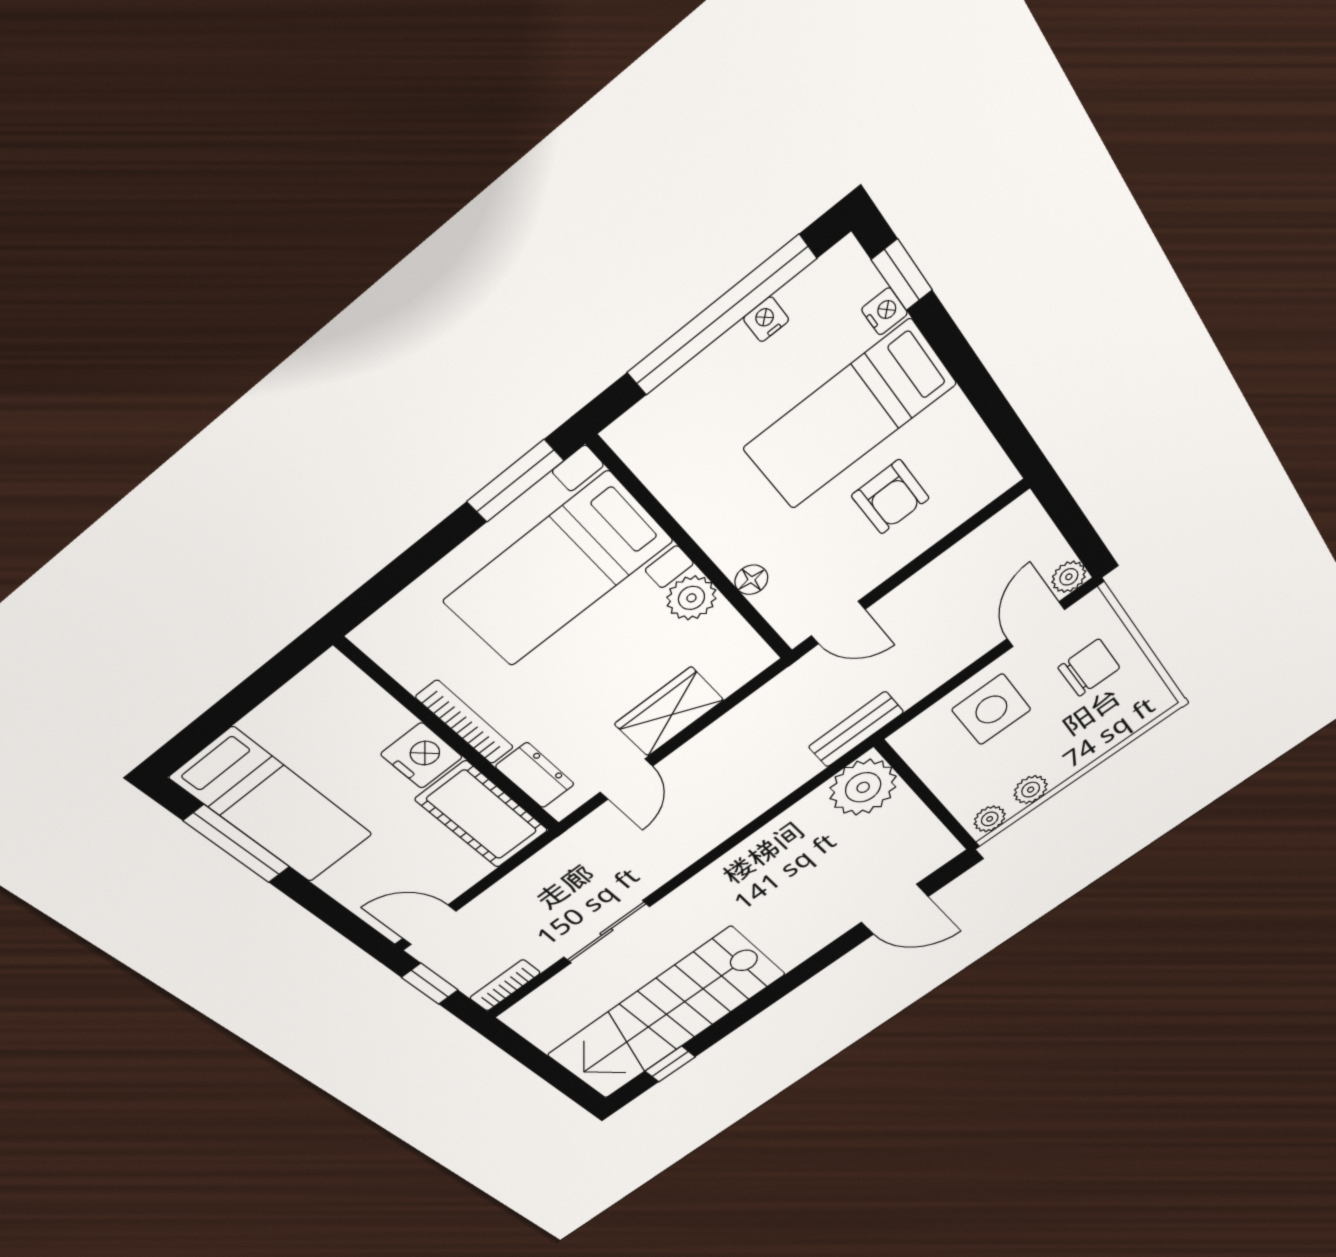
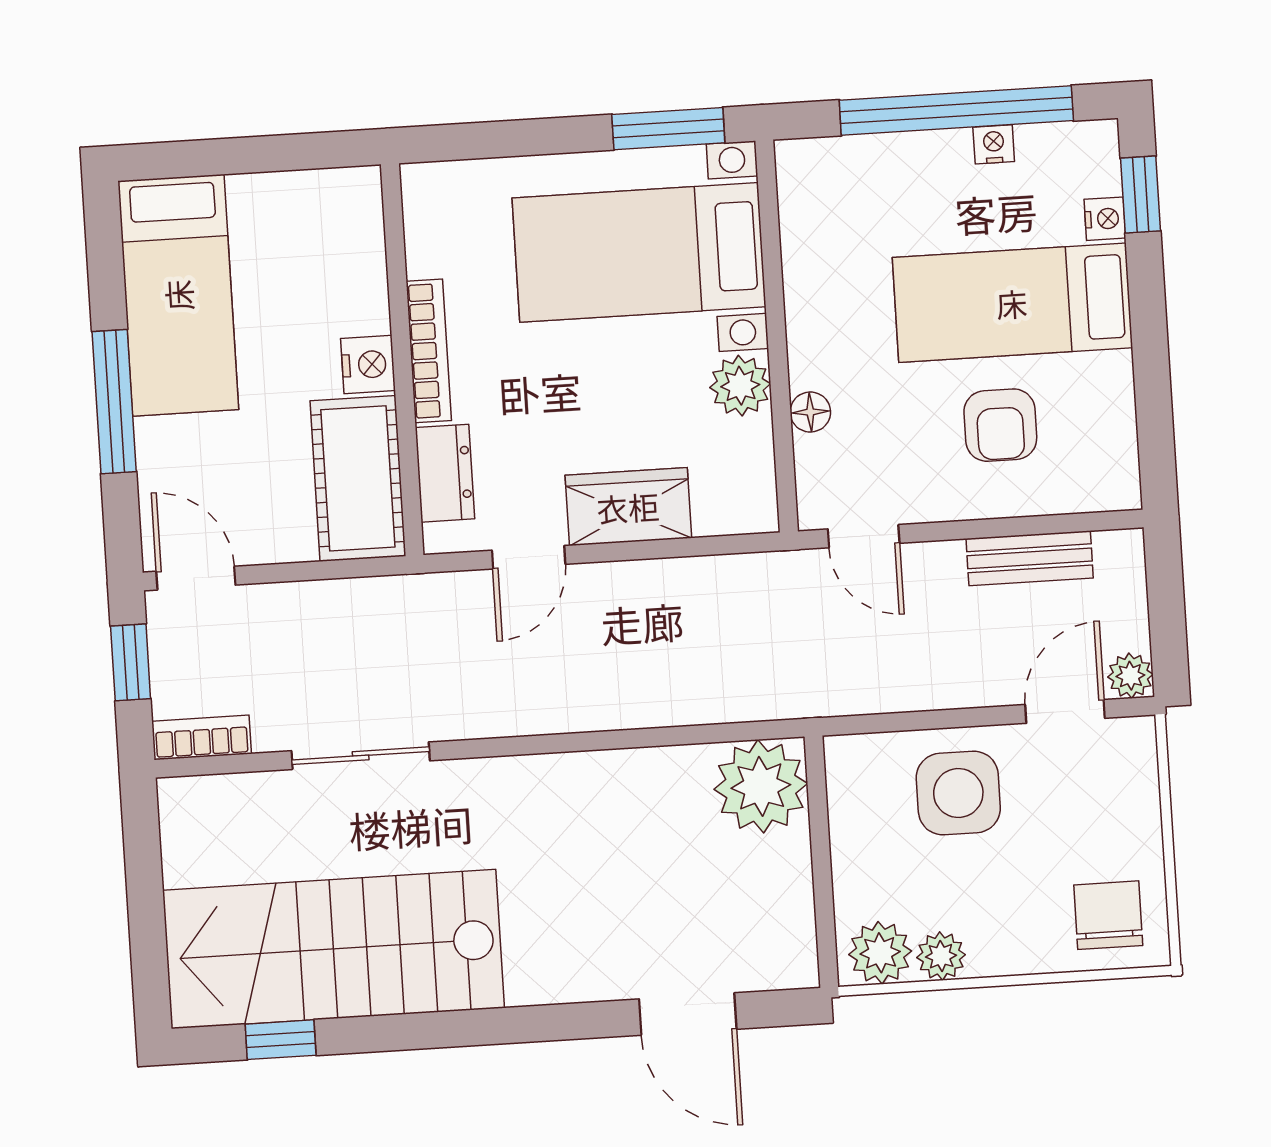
chair: (1089, 668) -> (1108, 915), moved, turned -90
bench: (856, 729) -> (1030, 558), moved
nightstand: (422, 756) -> (368, 364), width x0.74, depth x0.75
plant: (990, 819) -> (880, 953), width x1.38, depth x1.38
window: (237, 844) -> (114, 402), moved

